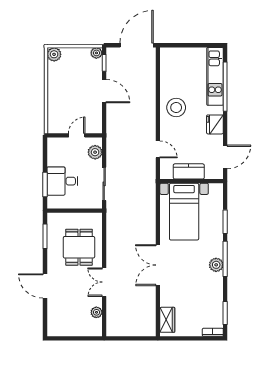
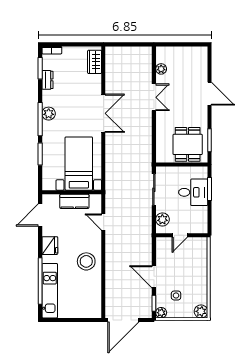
side table: (81, 71) -> (176, 295), added
dining table: (79, 247) -> (188, 144), moved
dresser: (217, 301) -> (47, 80), added

